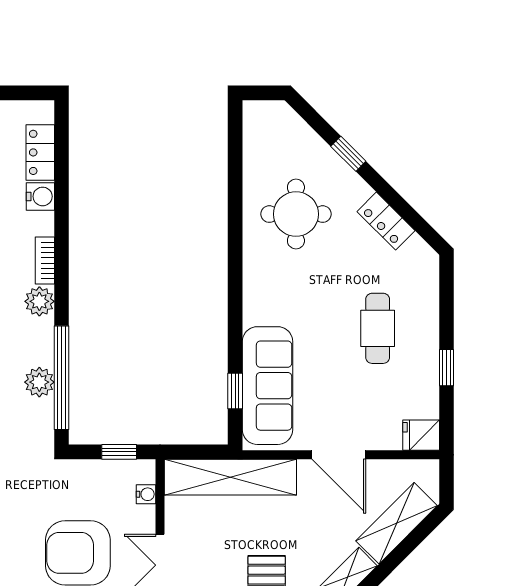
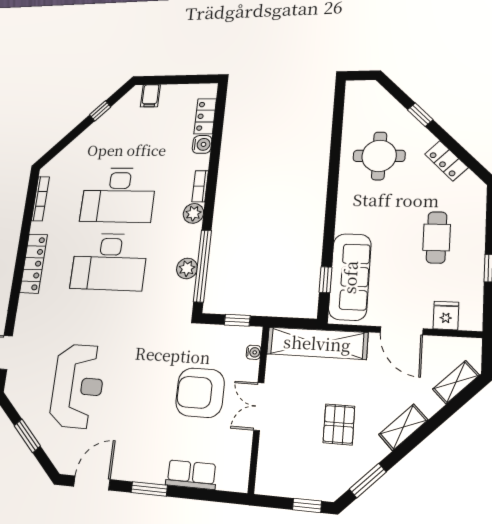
fridge: (421, 435) -> (446, 316), moved, turned 90
shelving: (397, 523) -> (456, 382), width x0.67, depth x0.75

